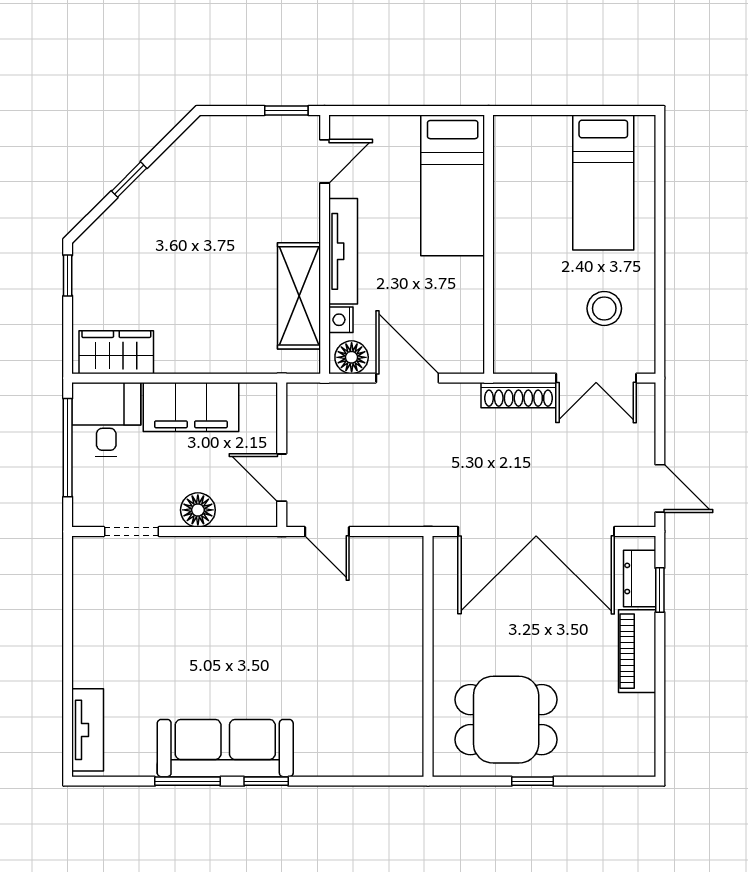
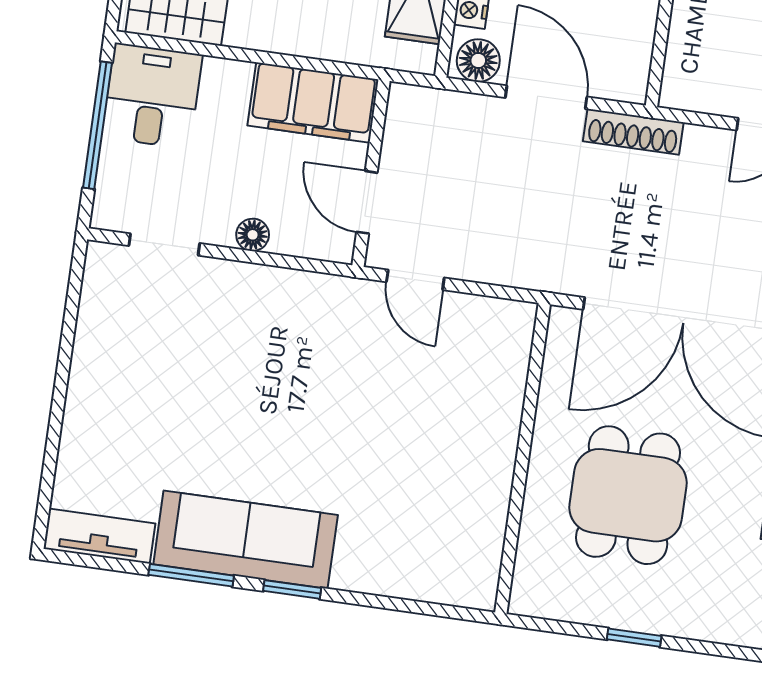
shoe rack: (518, 395) -> (633, 132), moved
filing cabinet: (191, 407) -> (313, 102), moved
floor lamp: (198, 510) -> (253, 235), width x0.73, depth x0.73
dining table: (506, 720) -> (628, 495), moved, turned 90
tv unit: (88, 730) -> (99, 536), moved, turned -90

